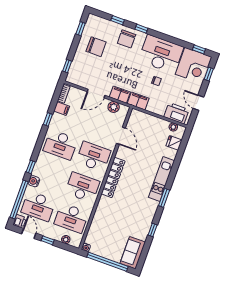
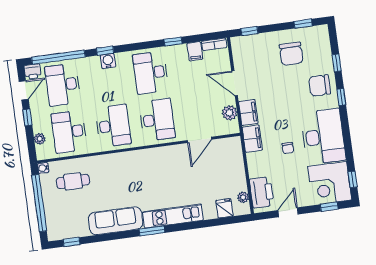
locker: (113, 177) -> (144, 157), removed
water cooler: (34, 181) -> (108, 61), moved
window: (153, 230) -> (72, 242), moved
cafe table: (105, 232) -> (73, 181), added
sofa: (133, 253) -> (116, 221), moved, width x1.36

